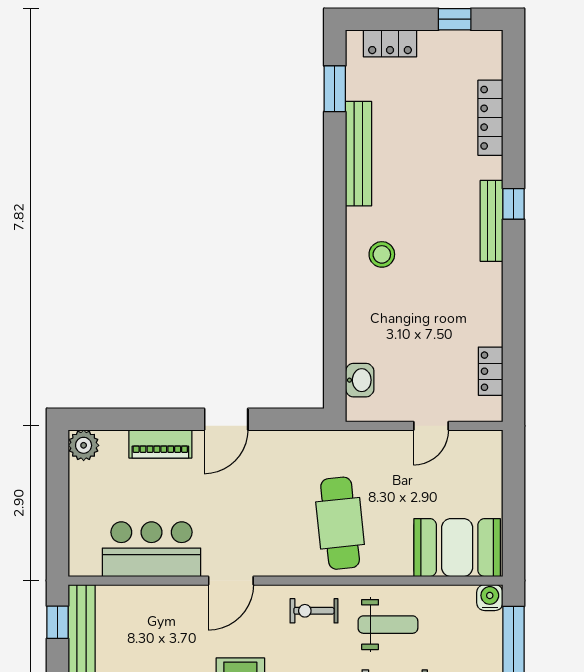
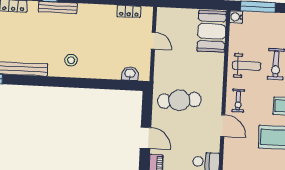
cafe table: (340, 523) -> (179, 100), moved
door: (231, 581) -> (223, 126), moved
weight bench: (388, 625) -> (247, 66), turned 90

